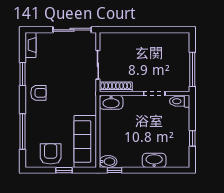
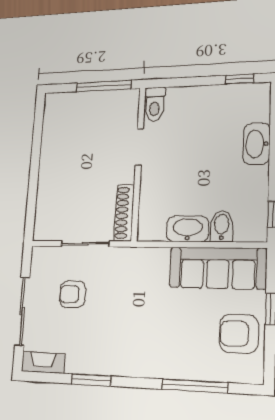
sliding door: (72, 30) -> (22, 311), moved
armchair: (38, 93) -> (73, 294), moved, turned -91
washbasin: (111, 102) -> (188, 229), moved, turned -90
window: (192, 138) -> (240, 79), moved
bidet: (108, 161) -> (222, 226), moved

